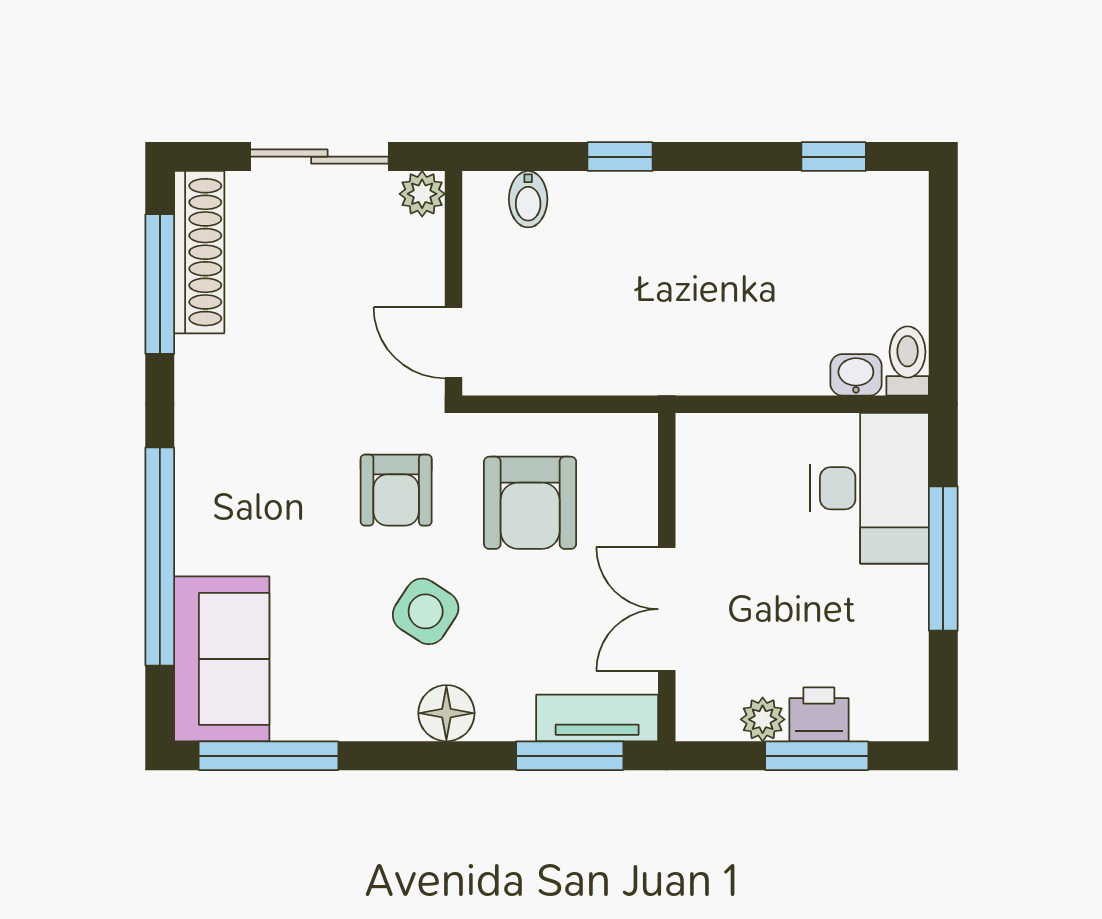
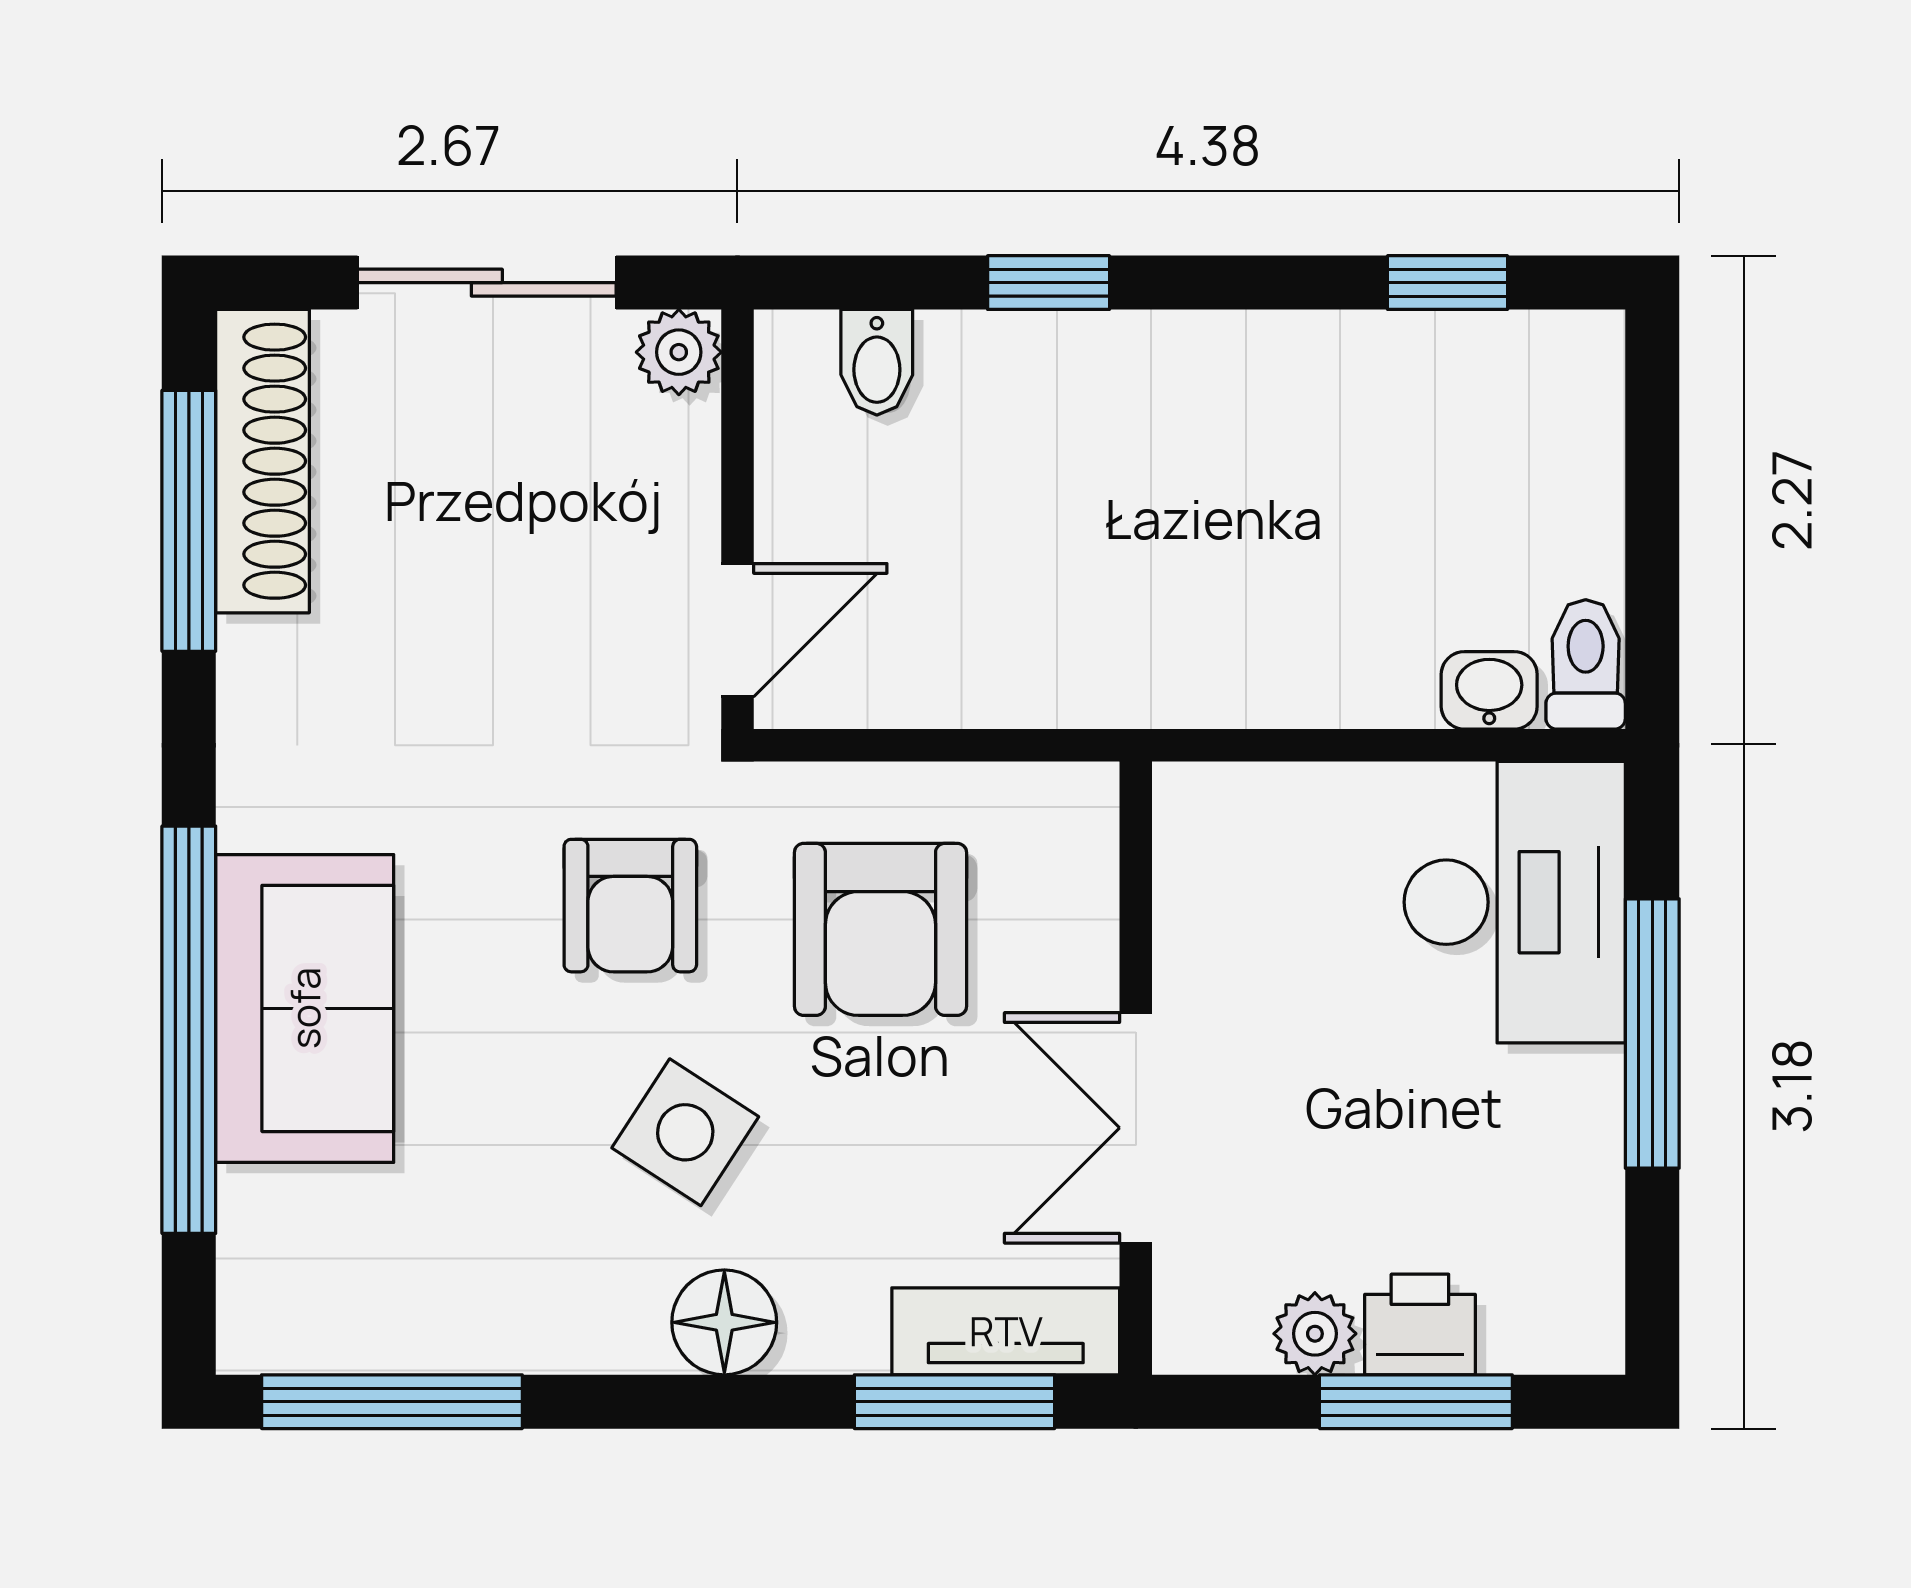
door: (454, 343) -> (738, 630), swing flipped
sofa: (222, 659) -> (305, 1008), moved

